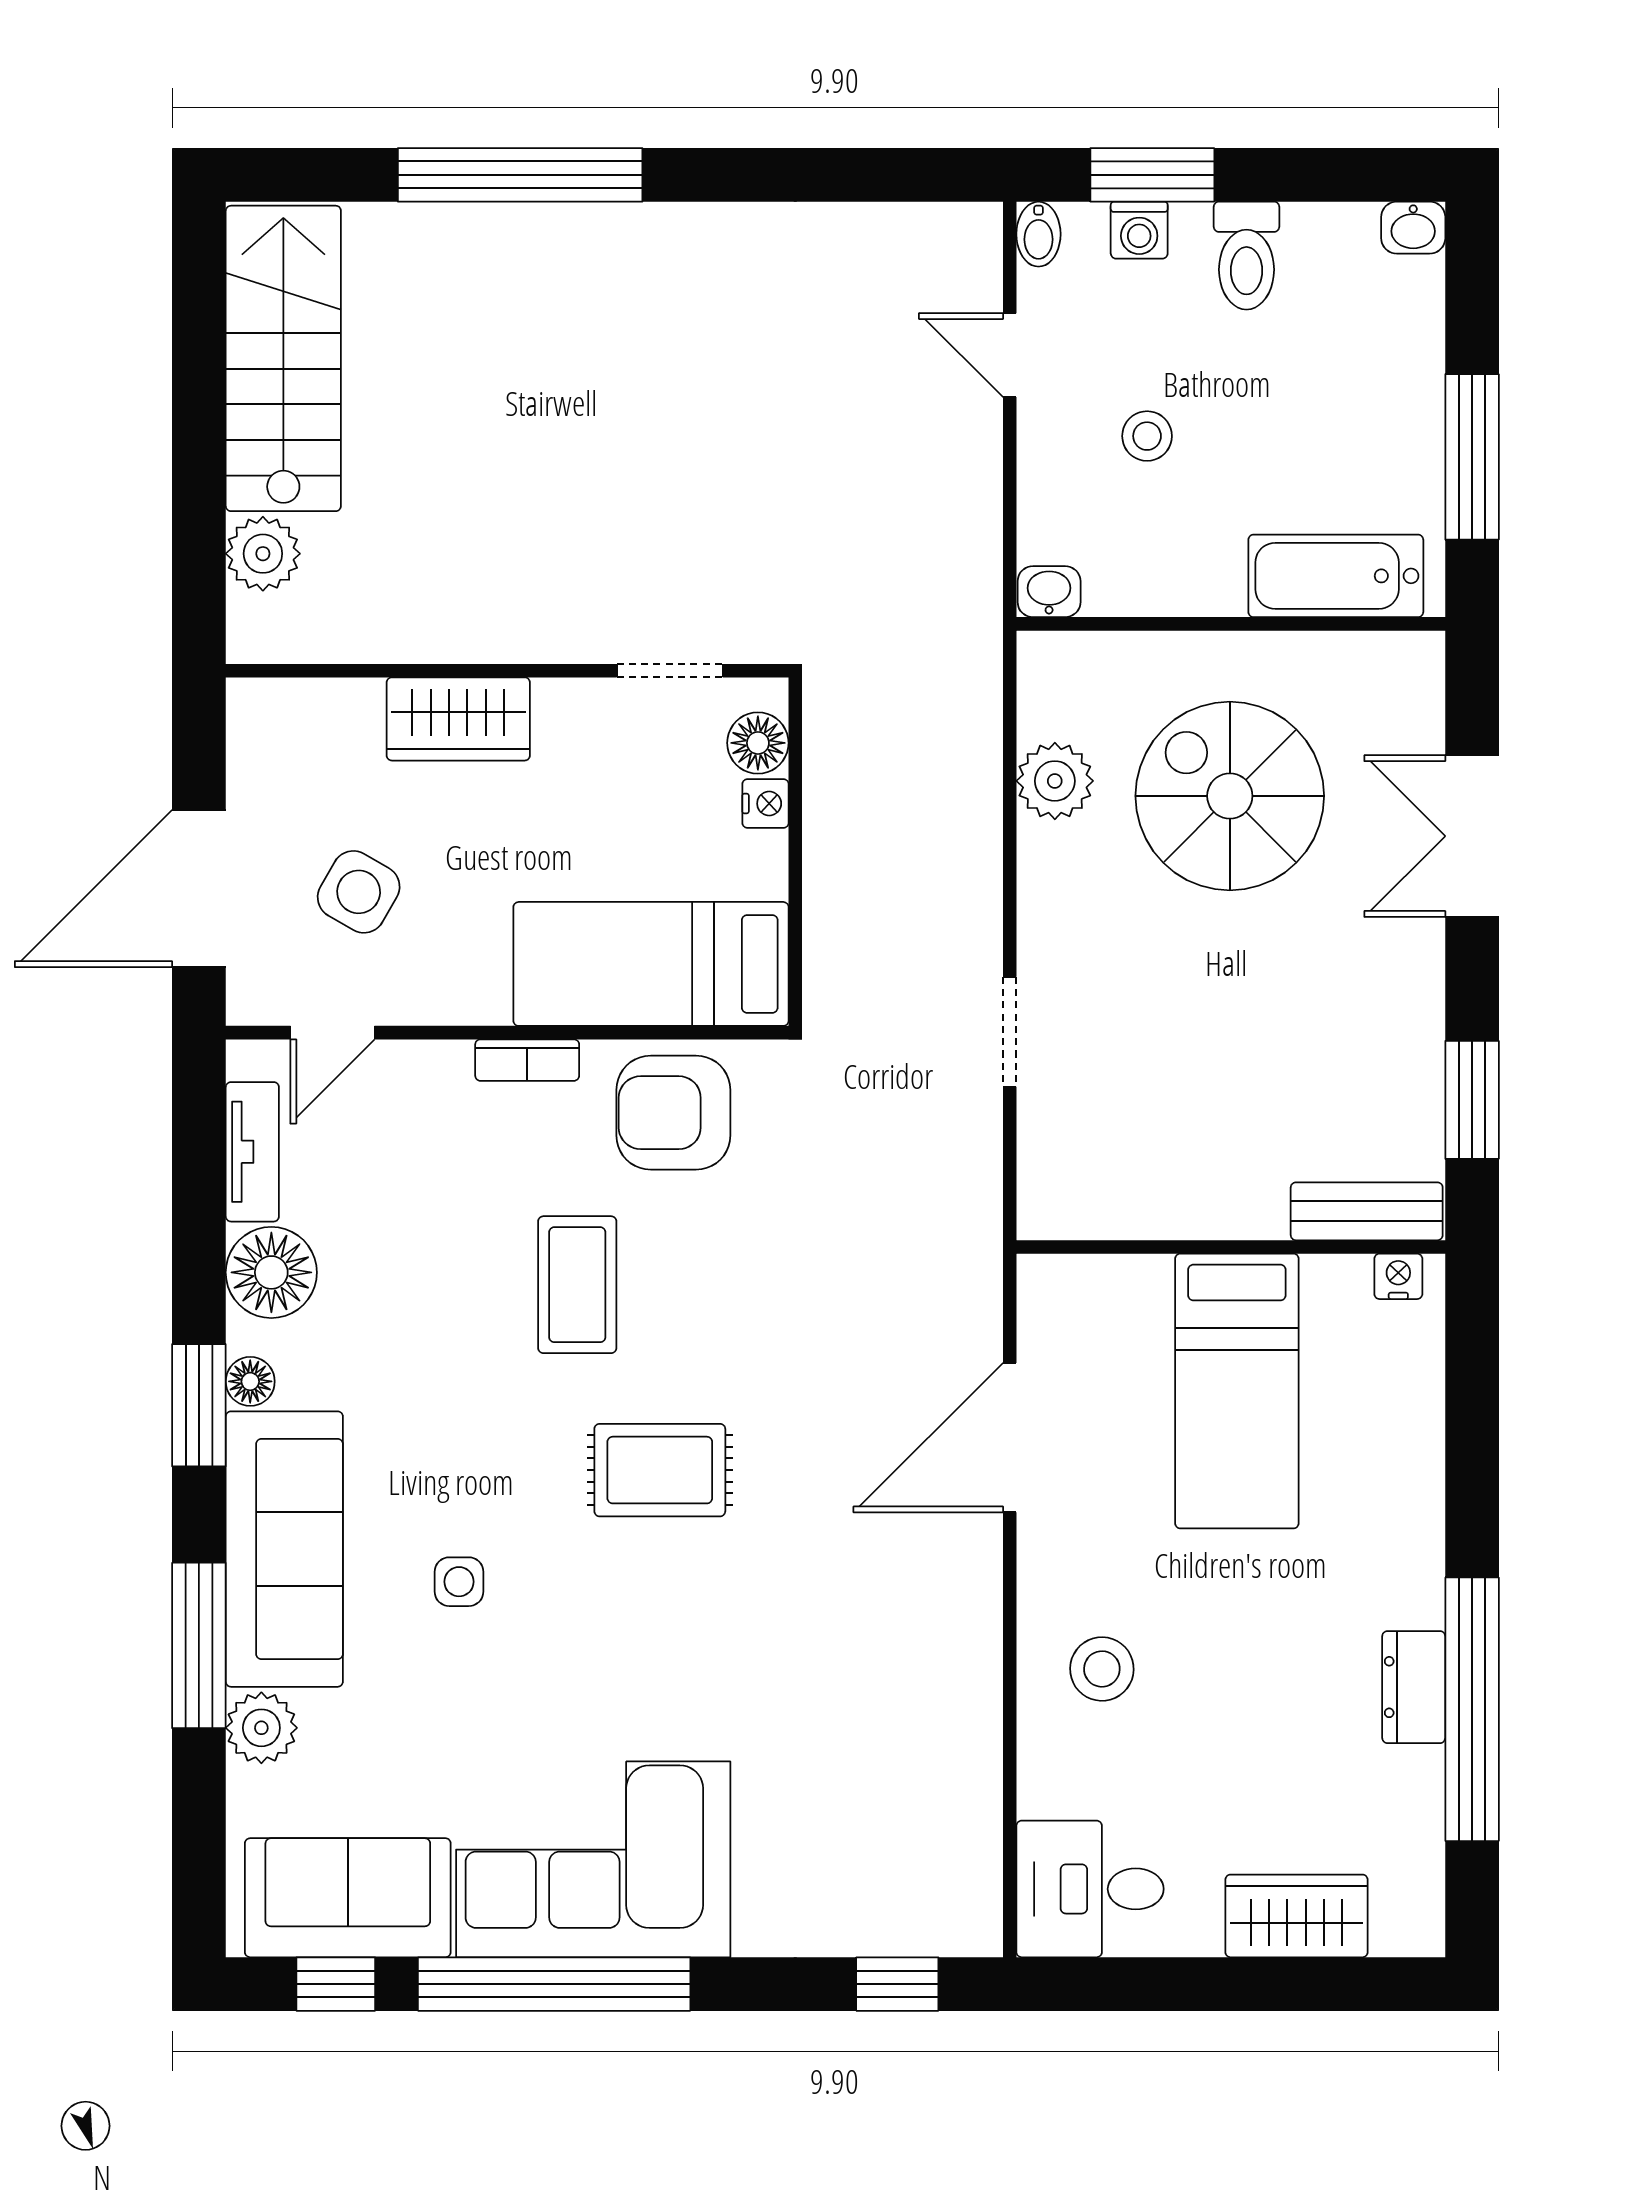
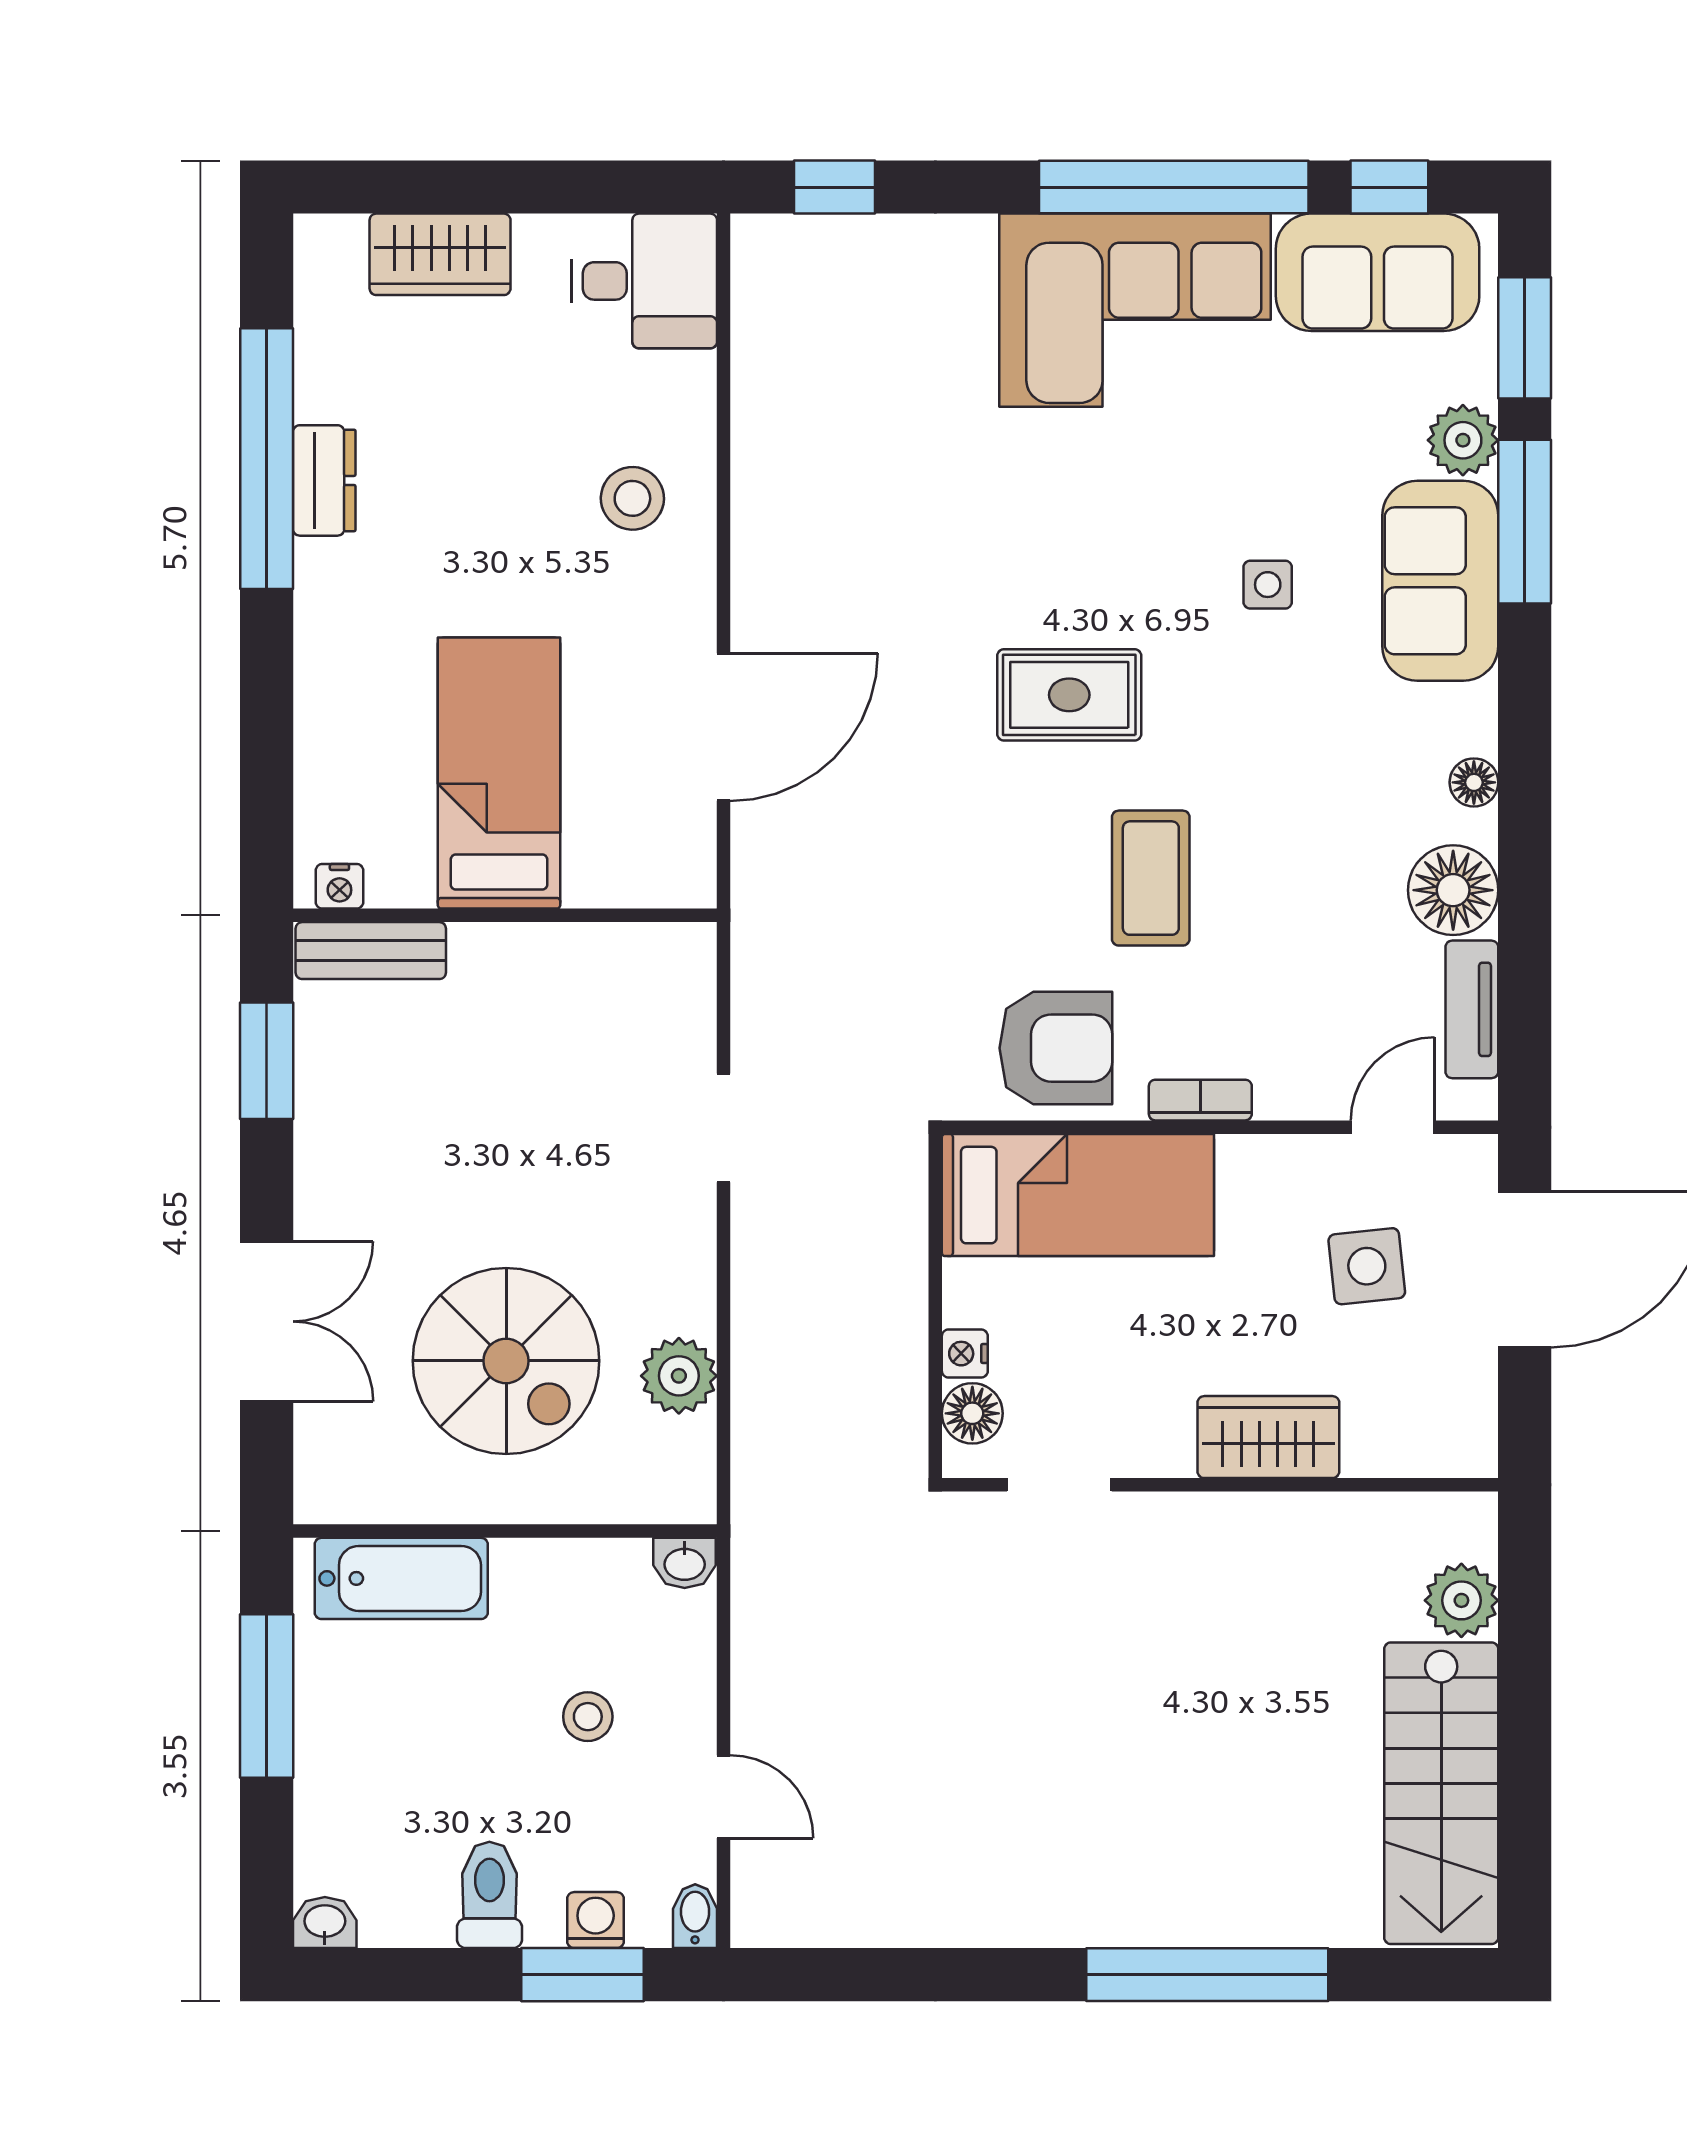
side table: (359, 892) -> (1367, 1266), turned -36
window: (199, 1405) -> (1525, 338), moved
sofa: (284, 1549) -> (1440, 581), width x0.73

